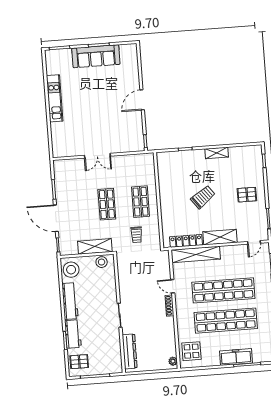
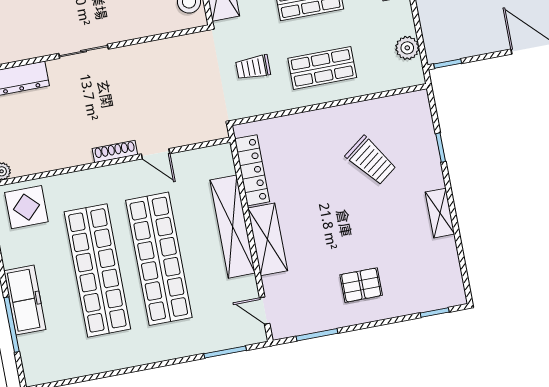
plant: (135, 160) -> (407, 48), added
pallet: (247, 195) -> (361, 285), turned 90
trolley: (203, 197) -> (371, 160), moved
shelving: (196, 254) -> (232, 227), moved
door: (173, 286) -> (156, 154), swing flipped

